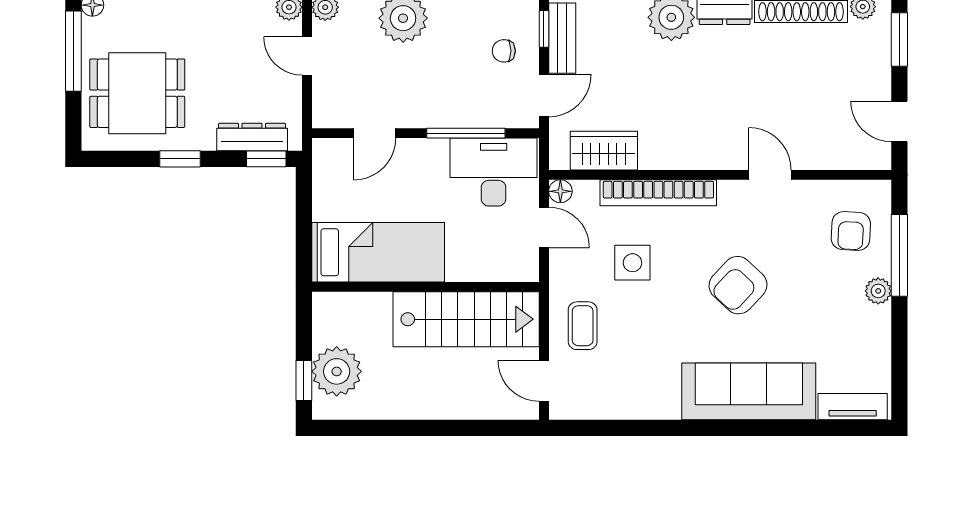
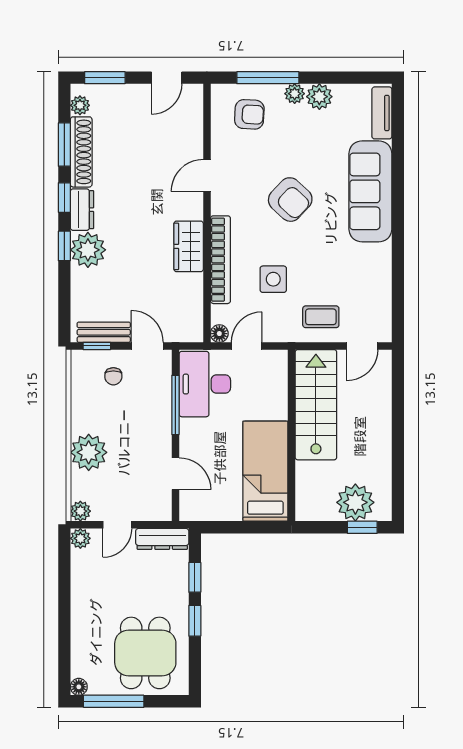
dresser: (252, 137) -> (162, 539), moved, turned -90
wardrobe: (604, 151) -> (189, 246), moved
window: (266, 159) -> (195, 577), moved
plant: (874, 324) -> (319, 97), added

